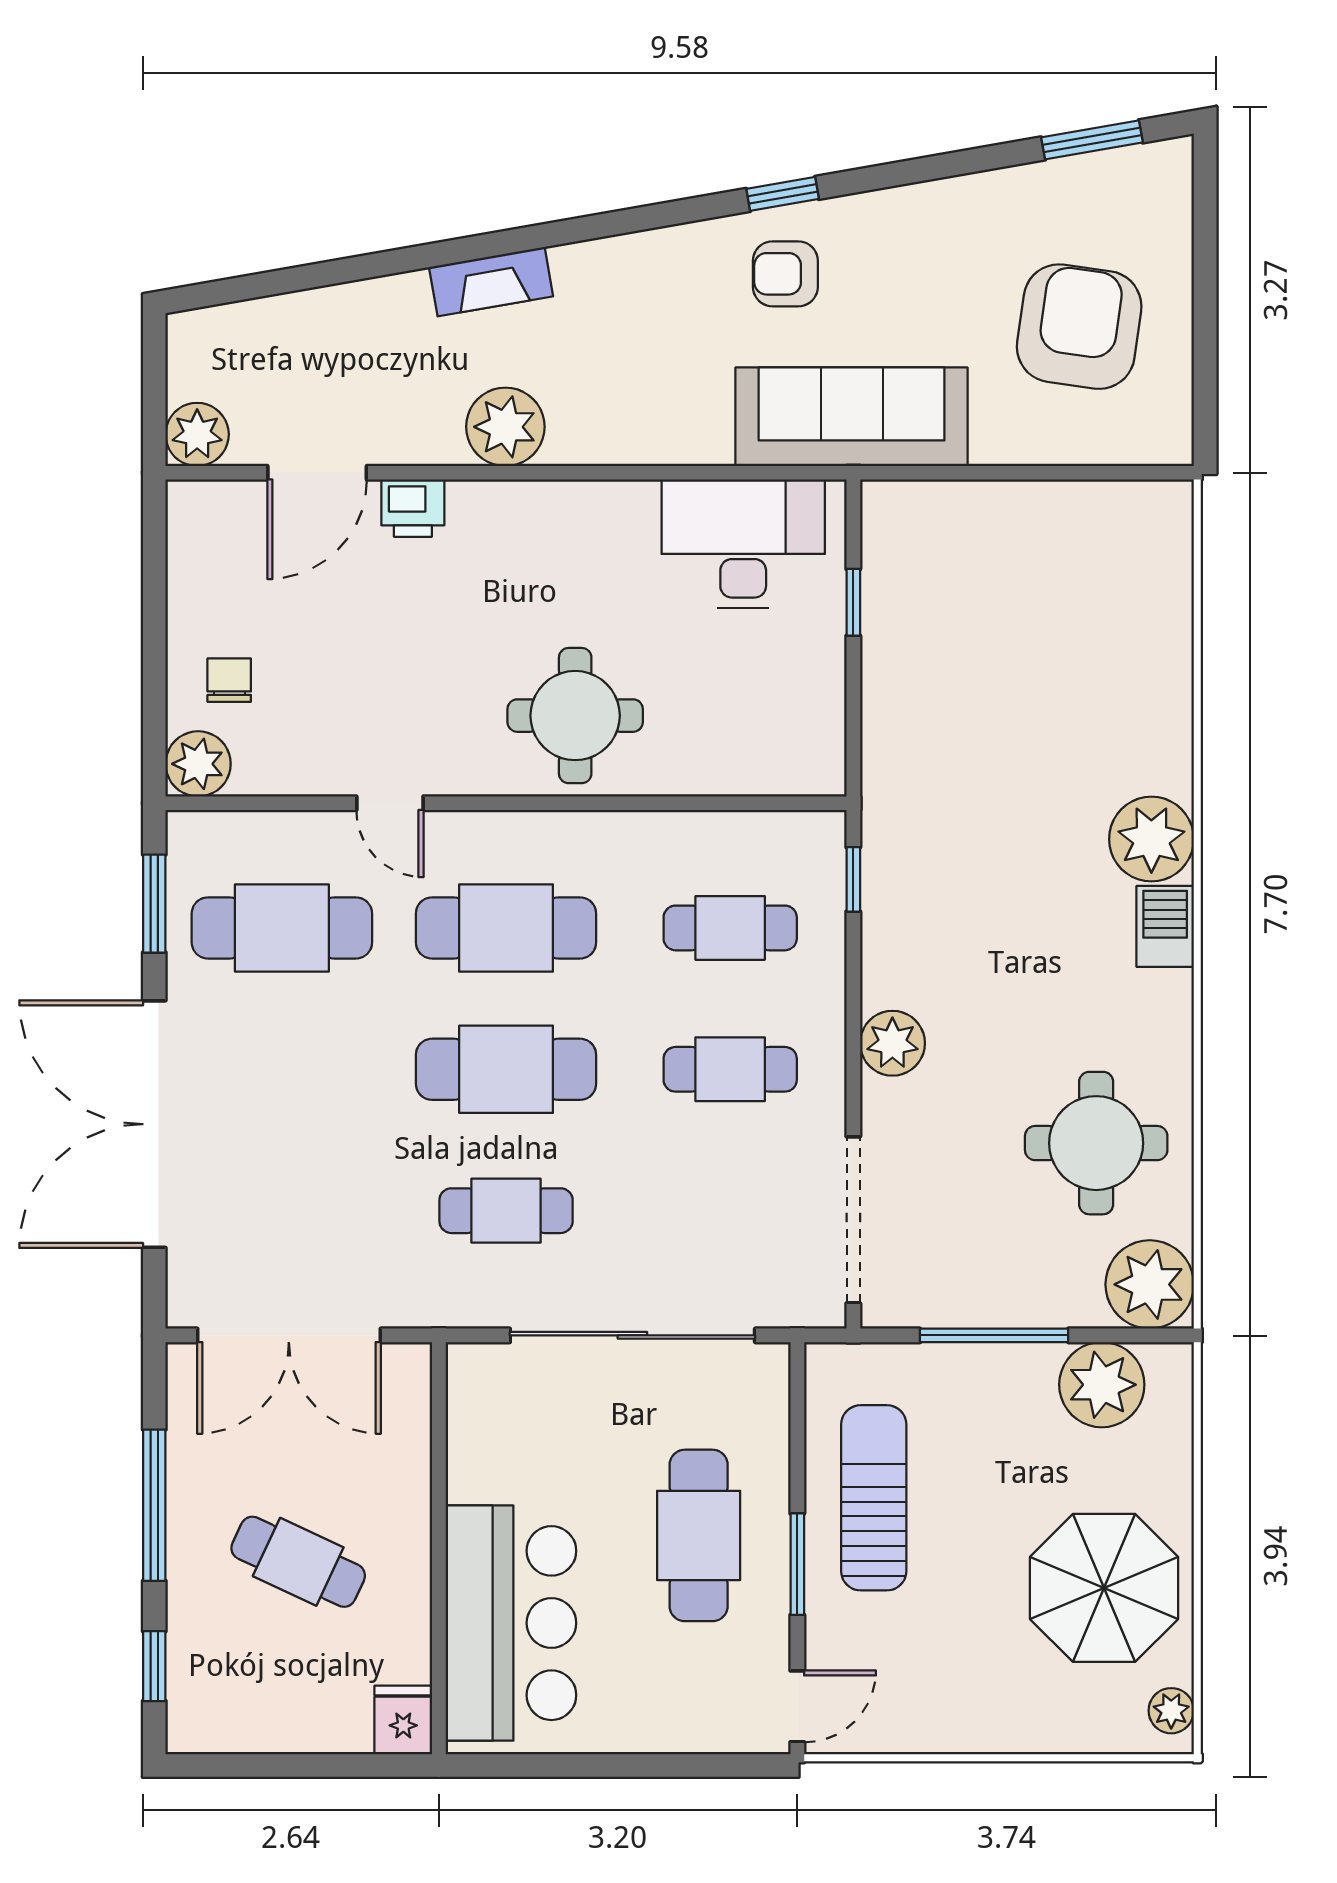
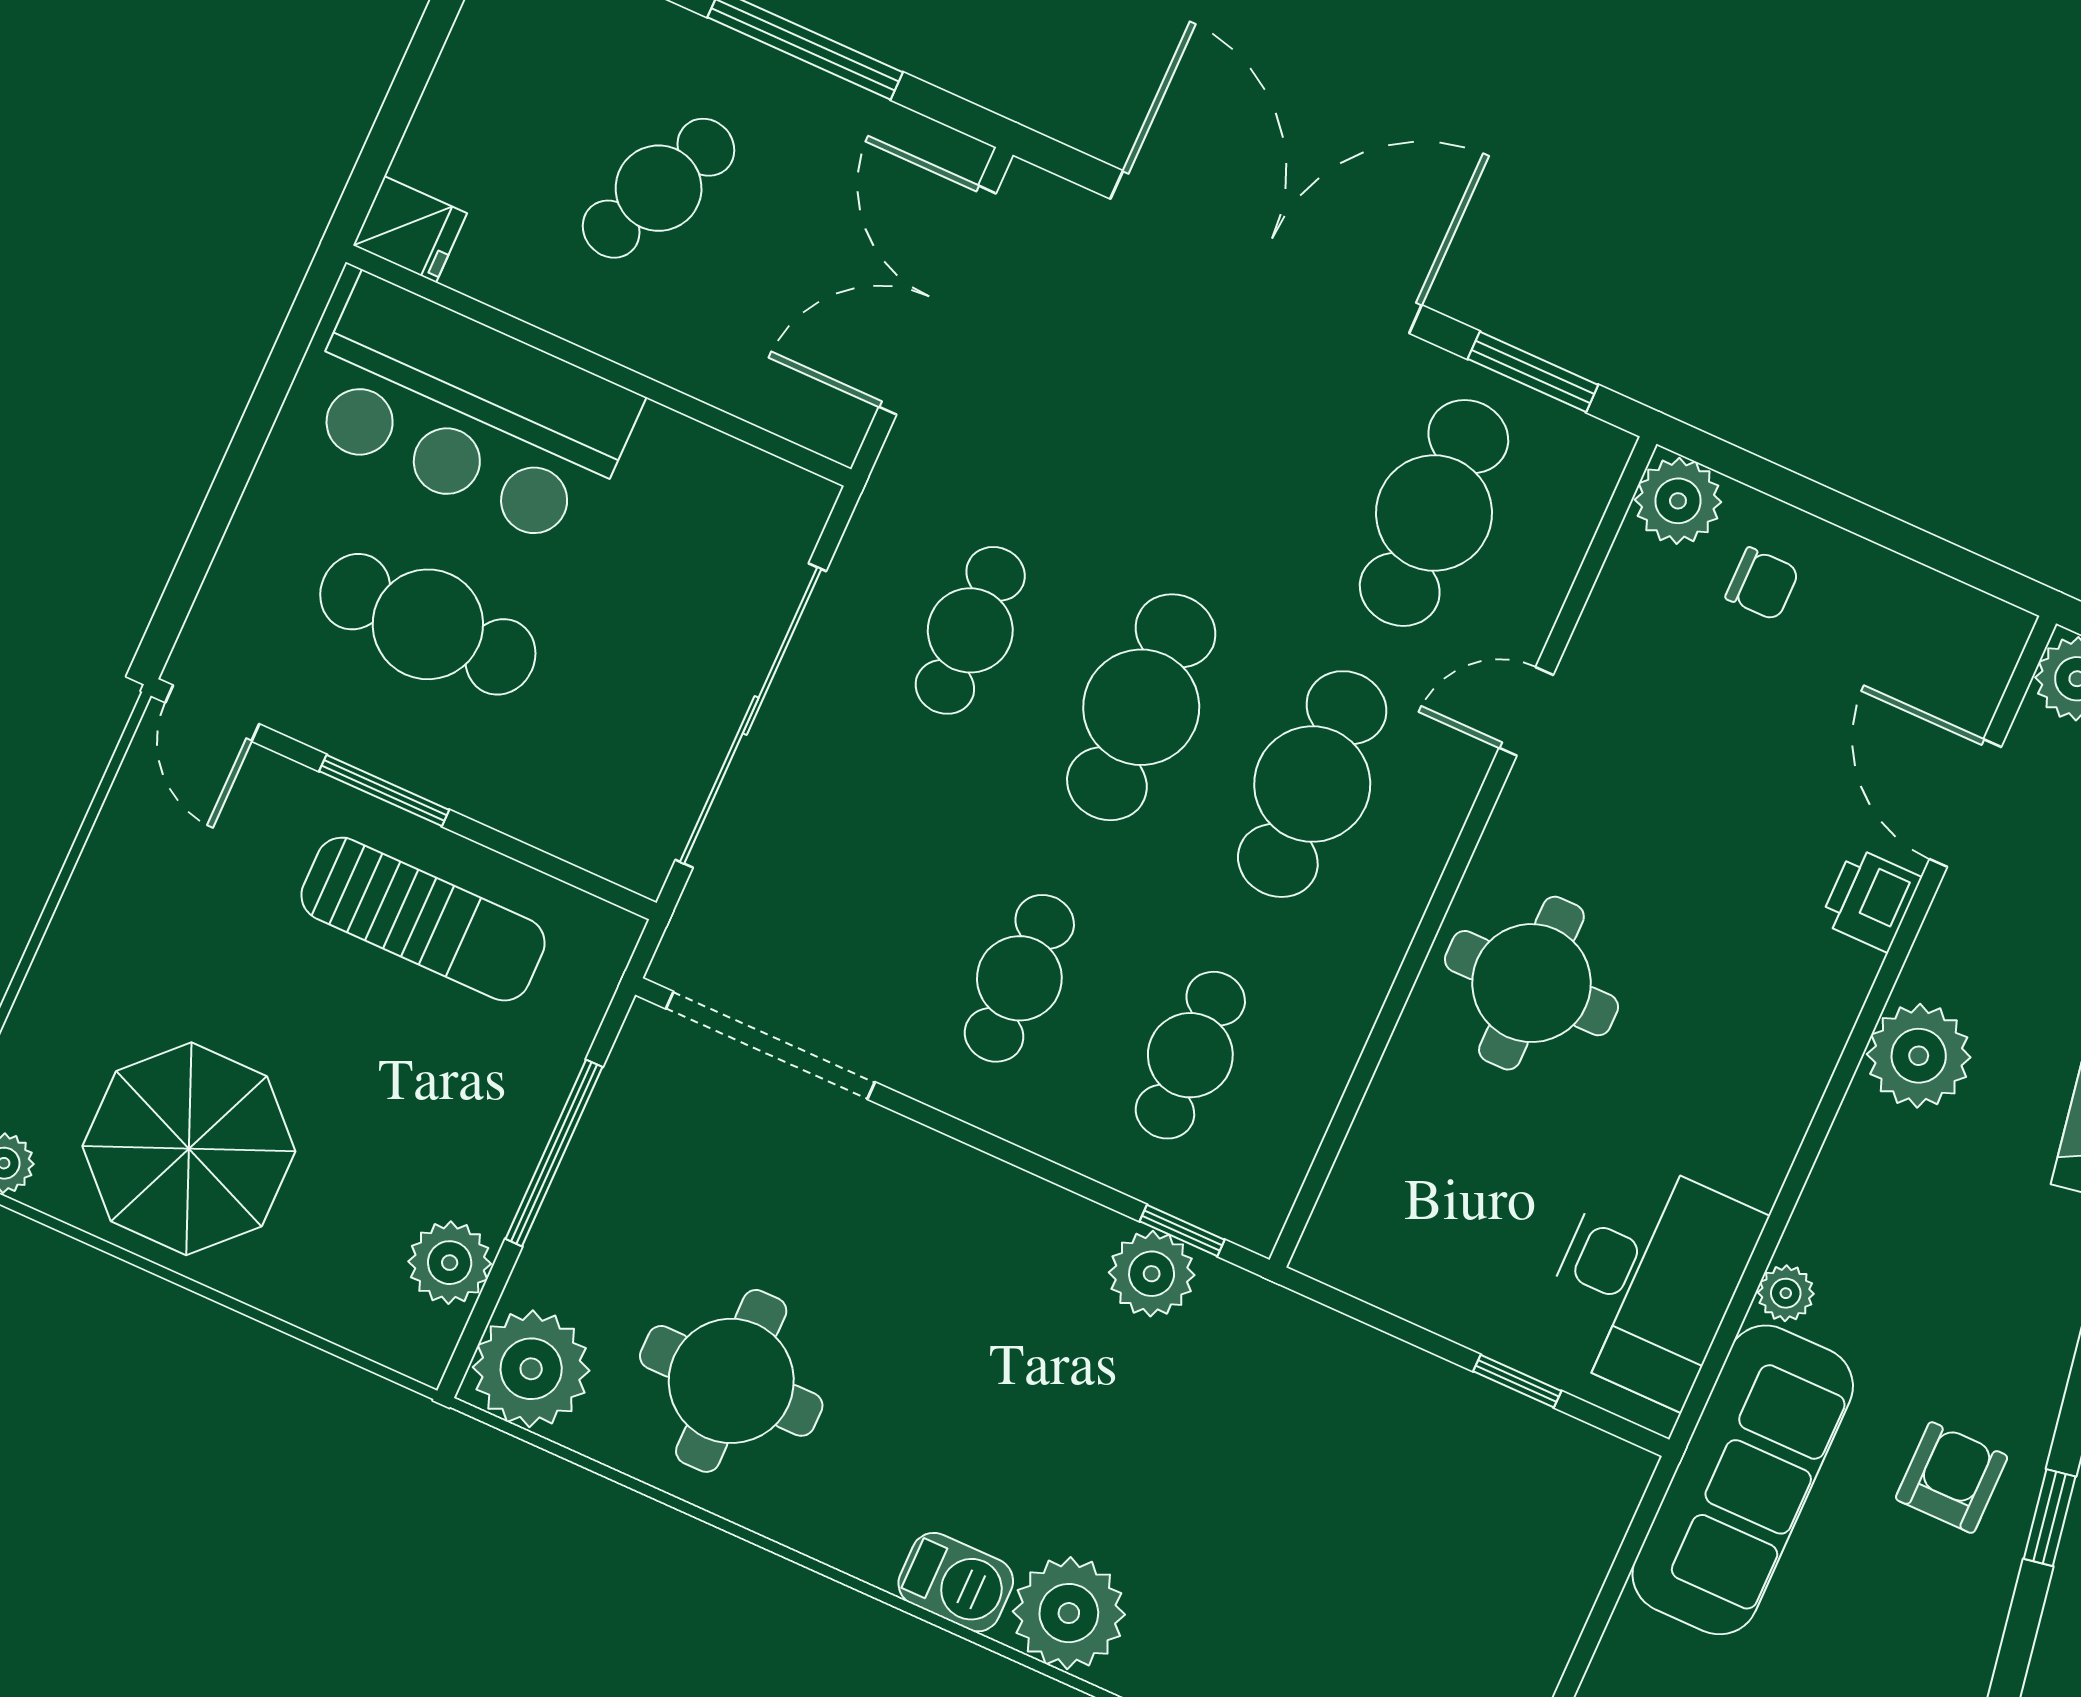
plant: (710, 445) -> (1786, 1293), added
plant: (892, 1043) -> (1152, 1274), moved
plant: (1102, 1385) -> (450, 1263), width x0.73, depth x0.73
cafe table: (699, 1535) -> (428, 624), moved

